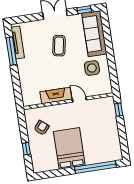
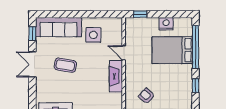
door: (79, 99) -> (124, 53), hinge flipped
nightstand: (113, 136) -> (166, 24), added
bed: (69, 148) -> (172, 50), moved
window: (58, 173) -> (195, 86), added

